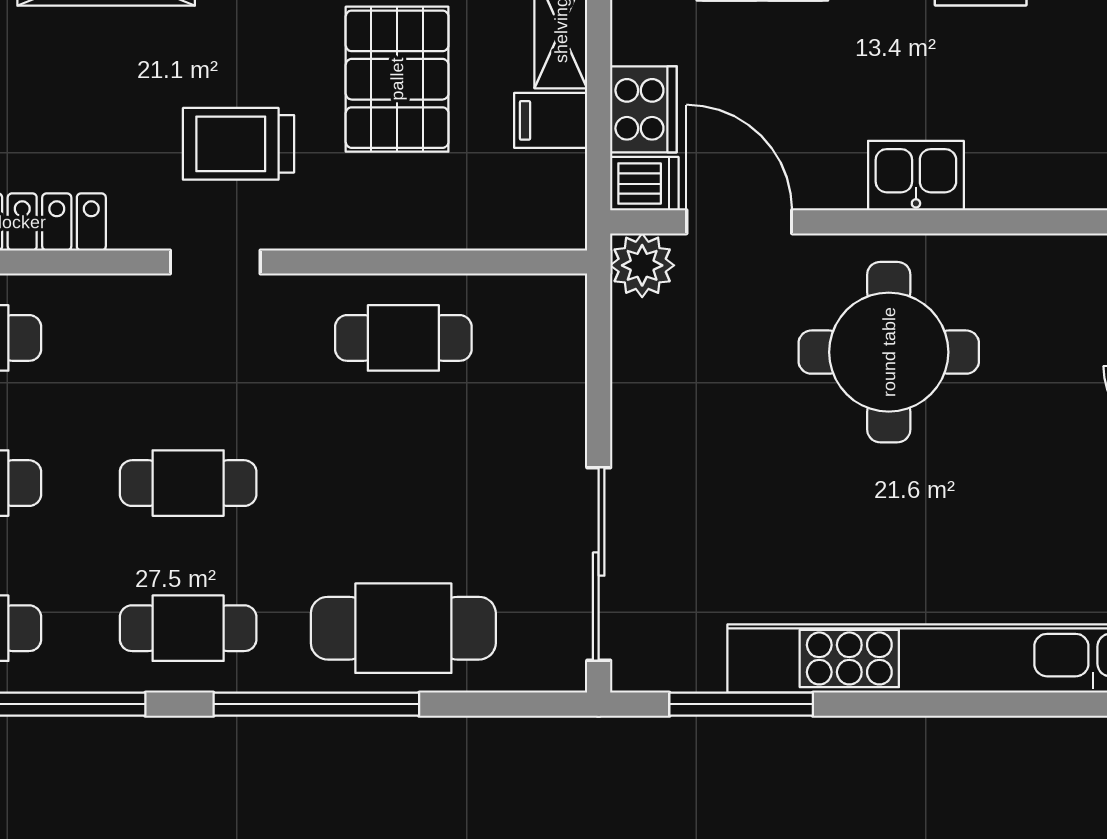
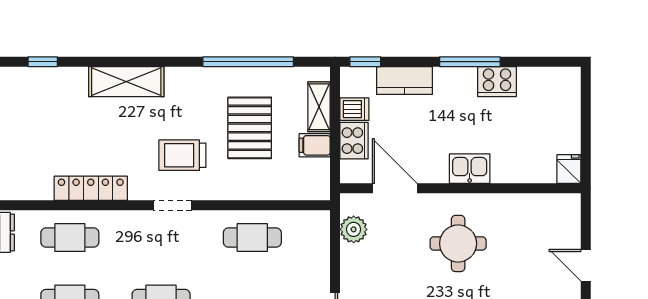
dishwasher: (644, 184) -> (354, 109), moved
plant: (642, 265) -> (354, 229), moved
round table: (889, 352) -> (458, 243), width x0.73, depth x0.73

